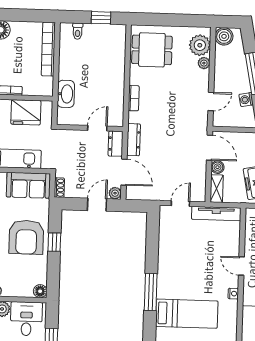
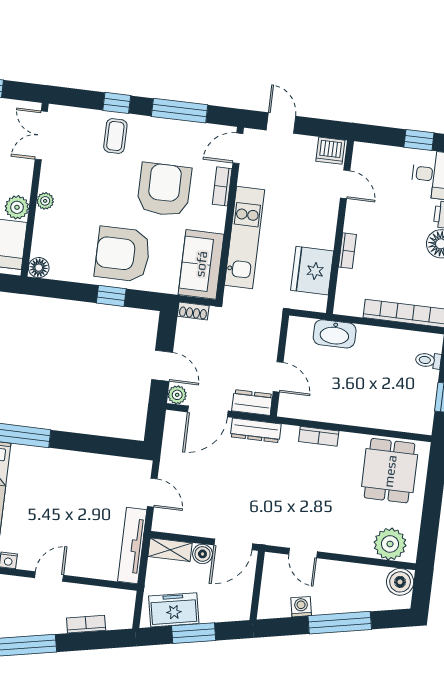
plant: (204, 63) -> (362, 548), removed

